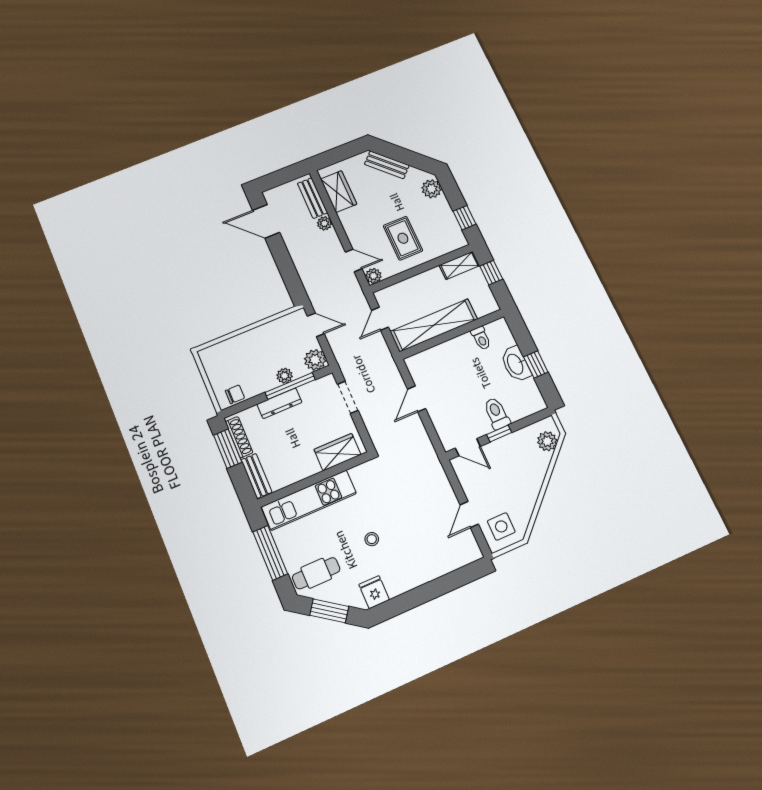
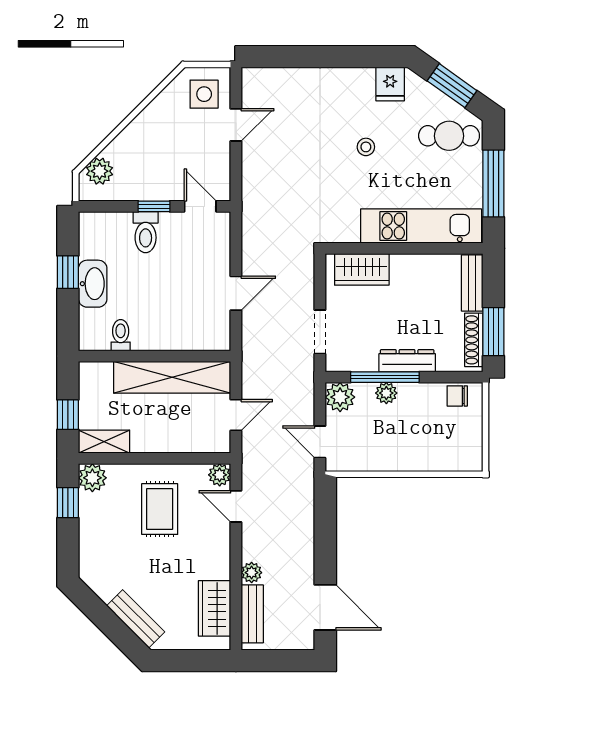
plant: (432, 189) -> (92, 478), moved

